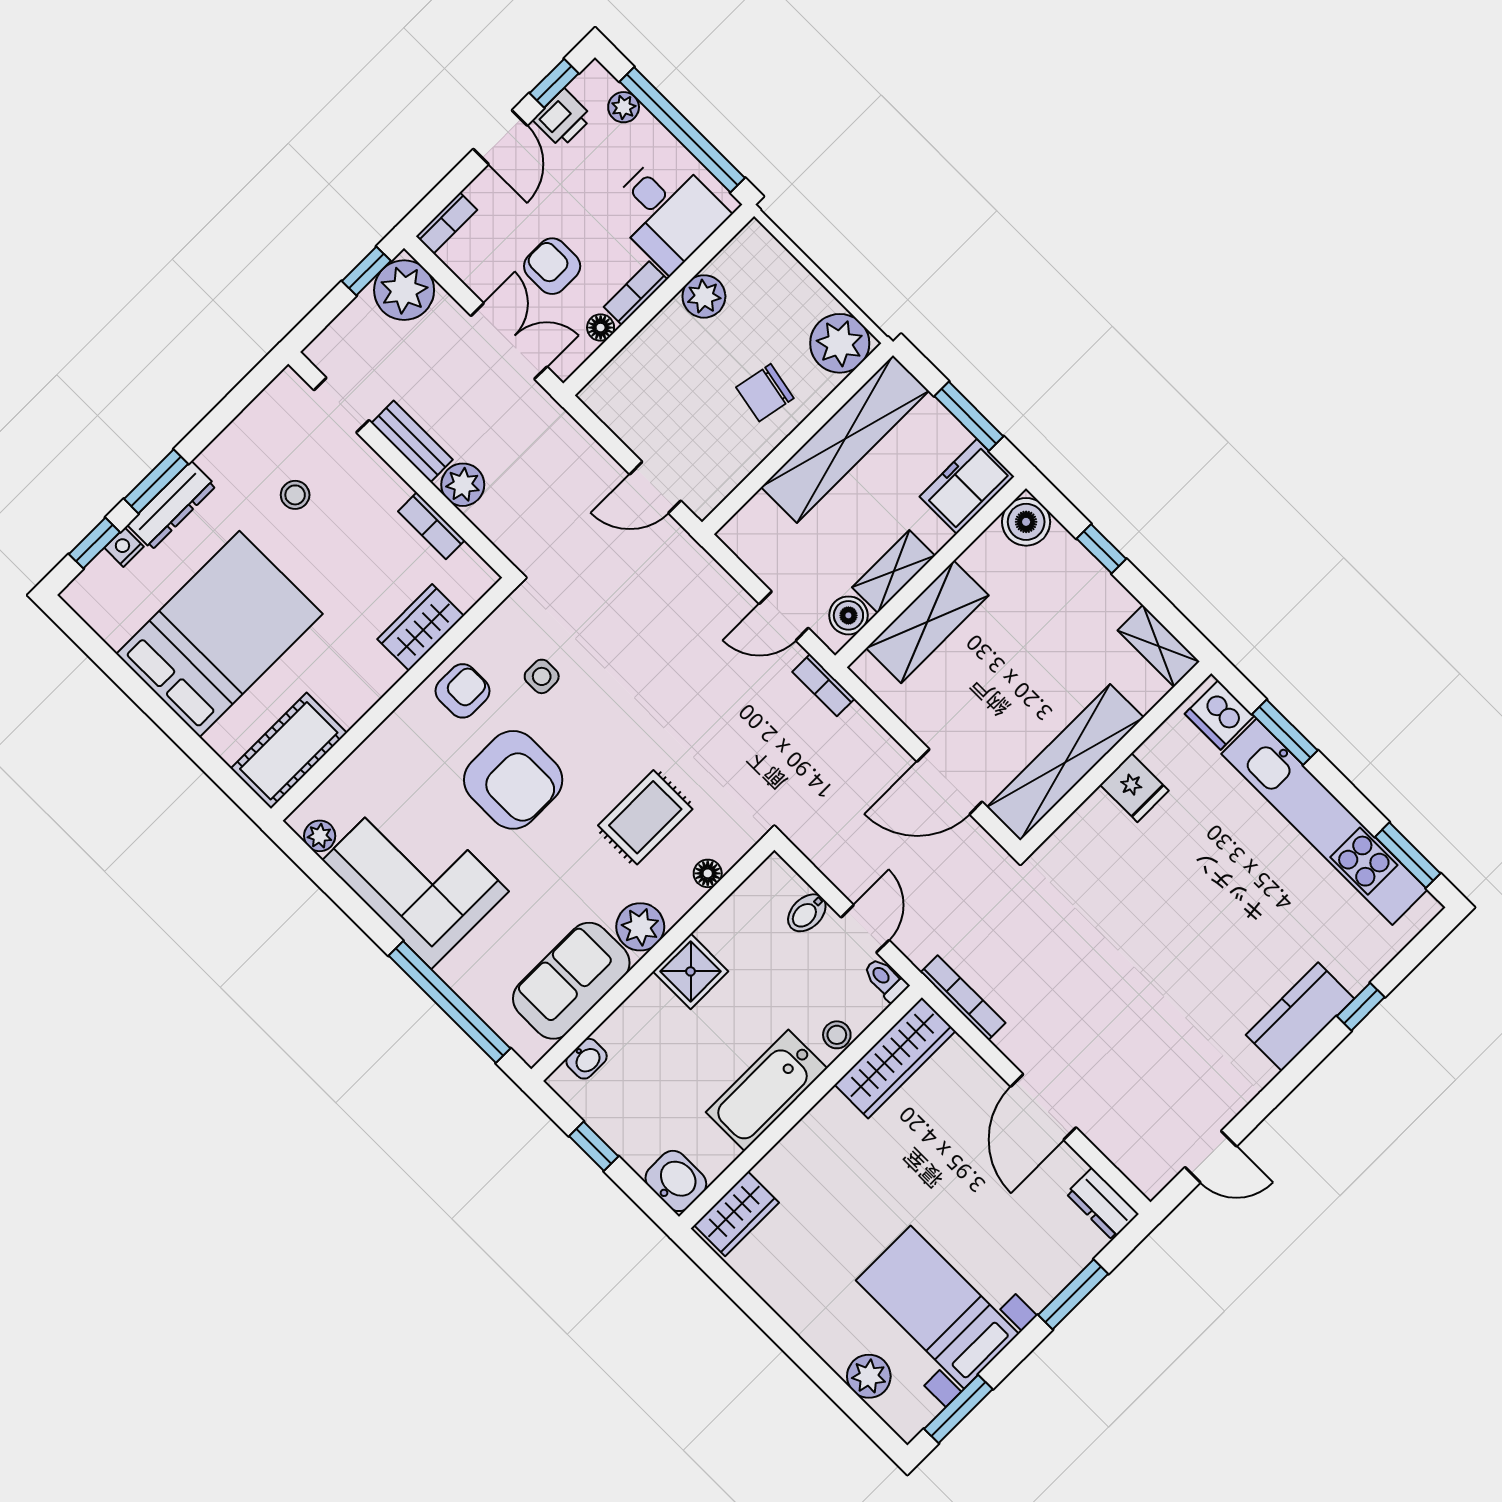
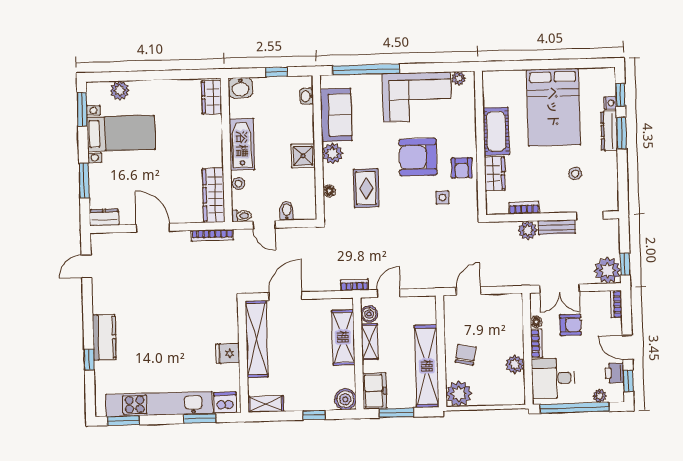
cot: (289, 751) -> (496, 131), moved

